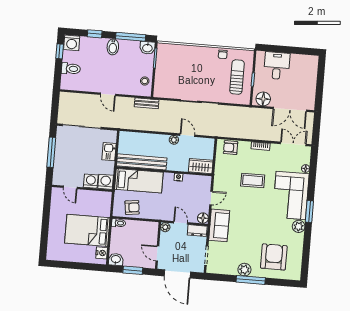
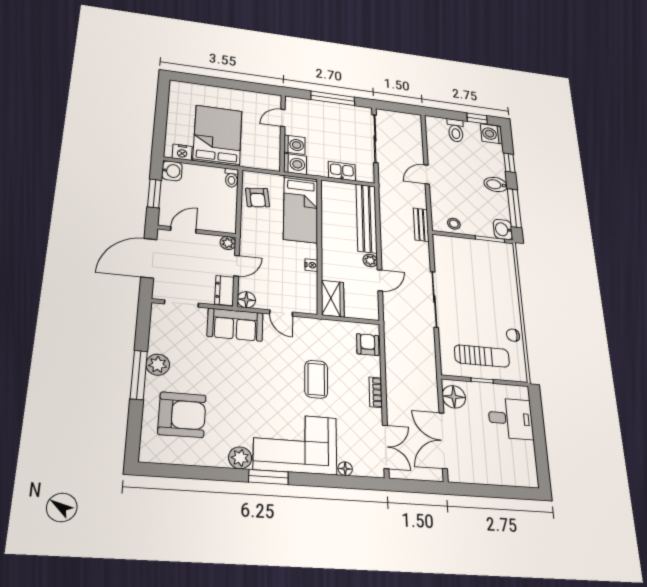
bench: (142, 162) -> (367, 218), moved

